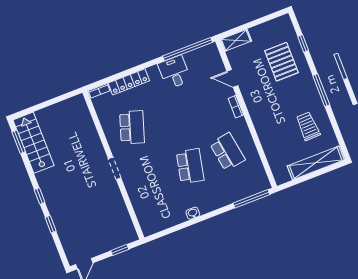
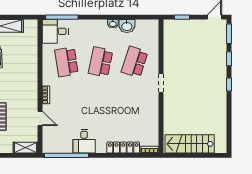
school desk: (132, 127) -> (135, 62), moved
window: (19, 142) -> (229, 34), moved
stairs: (33, 143) -> (190, 144), moved, turned 90
desk: (253, 180) -> (55, 31), added
washbasin: (176, 217) -> (127, 26), added

